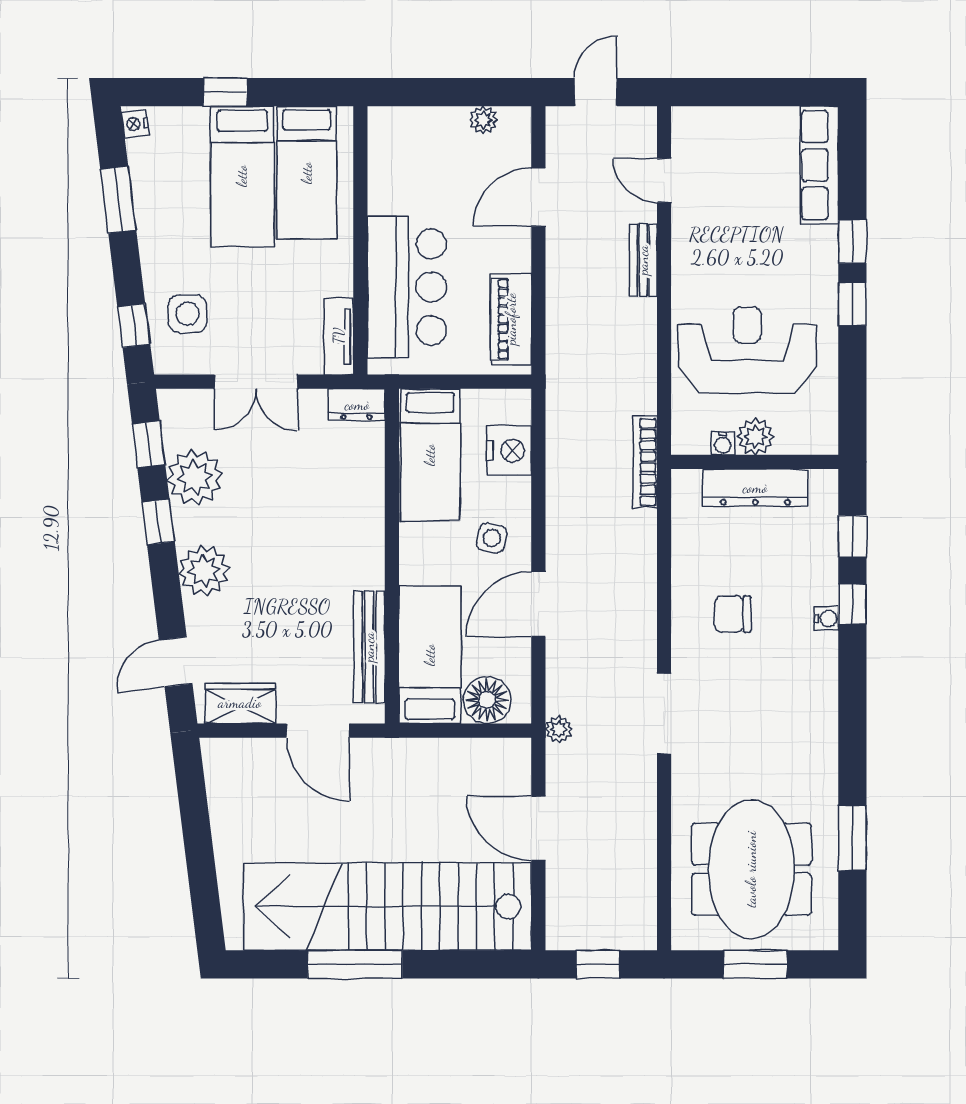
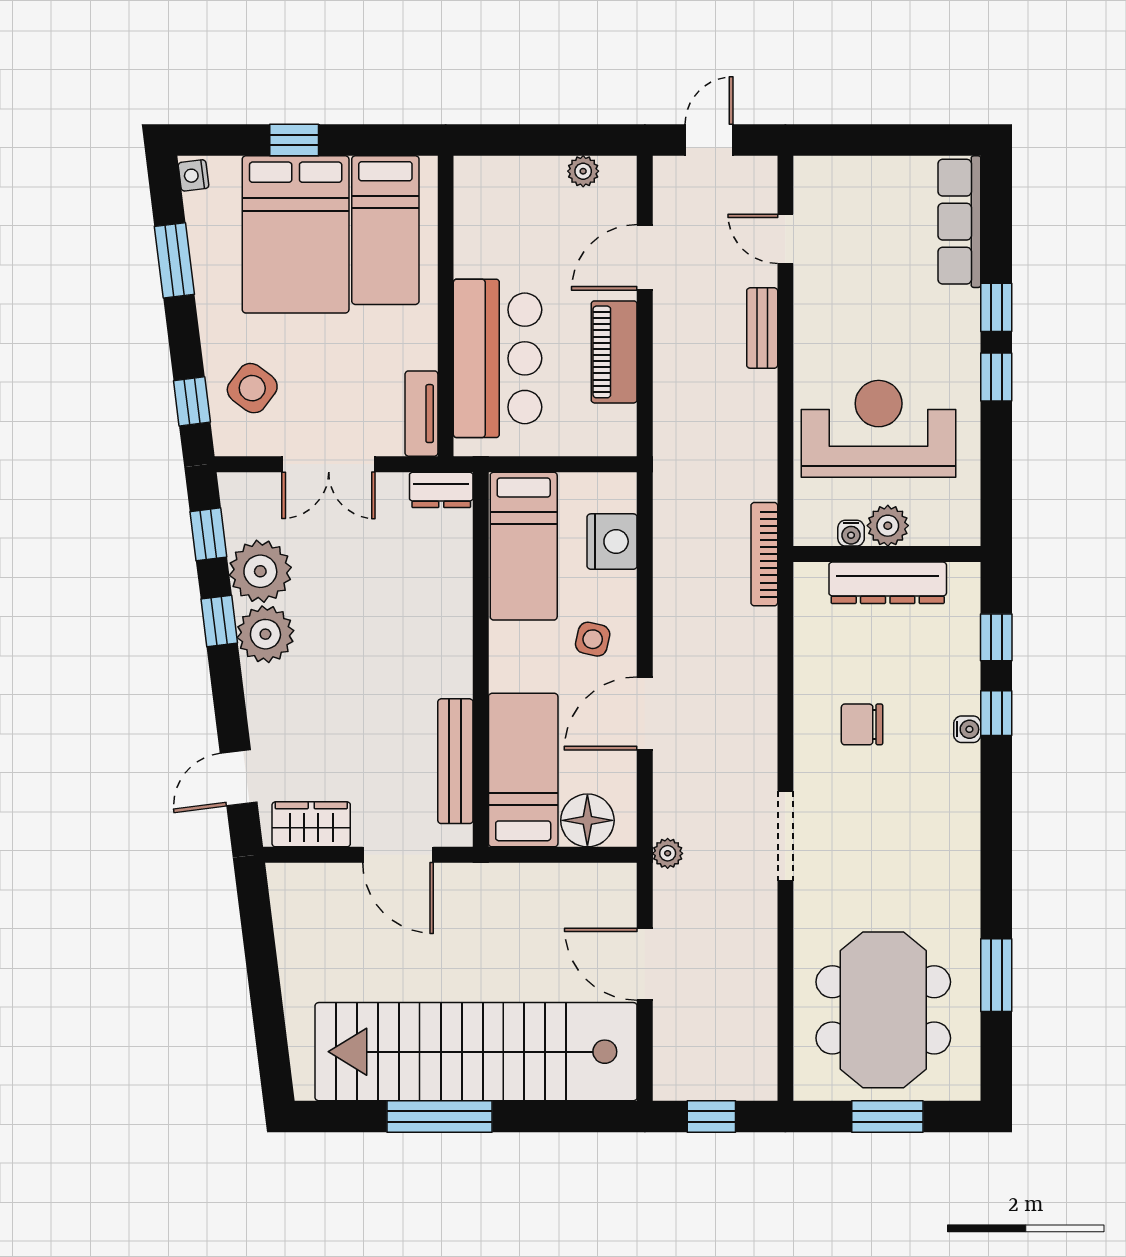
bed: (242, 176) -> (296, 234), width x1.50
side table: (188, 314) -> (252, 388), turned 37
piano: (511, 319) -> (614, 352), moved
plant: (204, 571) -> (265, 634), moved

